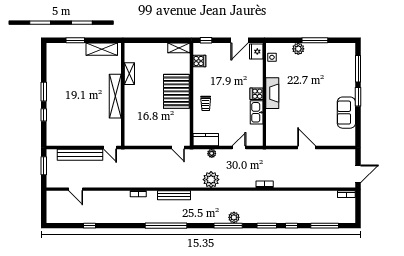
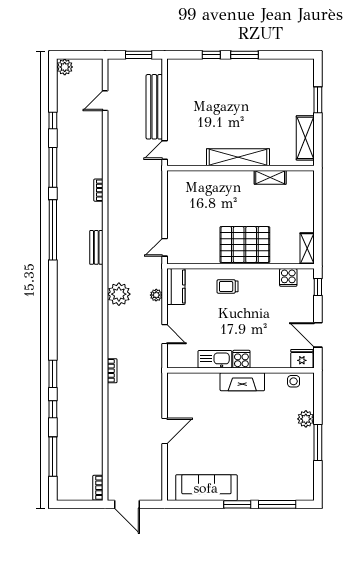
sofa: (346, 113) -> (206, 488), width x1.36
bench: (174, 195) -> (96, 247), width x0.73
plant: (234, 217) -> (65, 67), moved
window: (228, 226) -> (53, 167), moved

